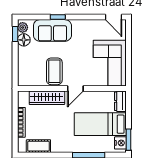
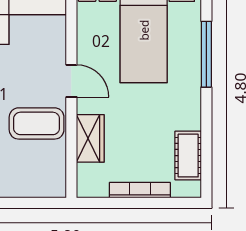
wardrobe: (47, 98) -> (90, 138), width x0.67

